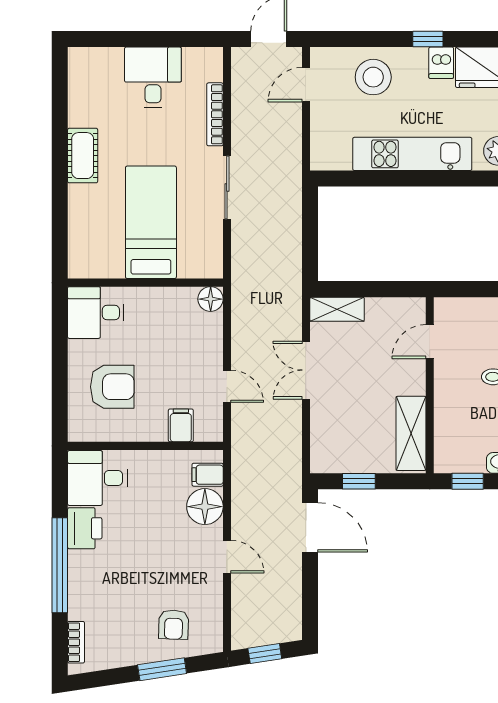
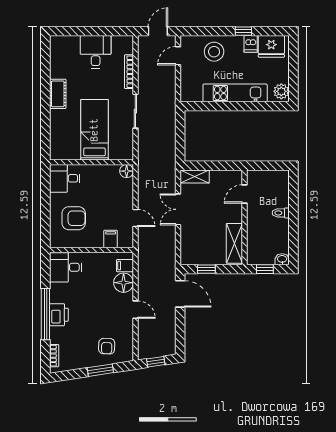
printer: (85, 528) -> (59, 315), moved

